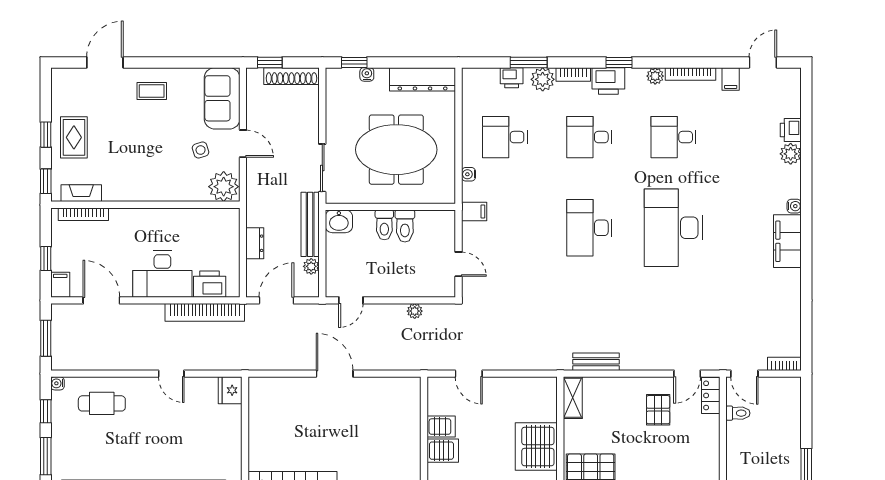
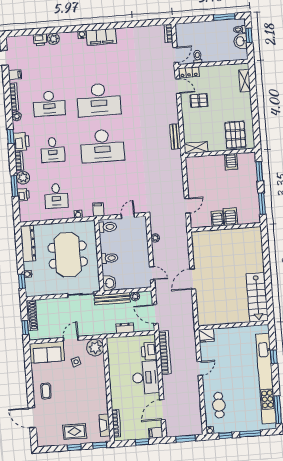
desk: (674, 137) -> (49, 104), width x1.37
toilet: (405, 226) -> (108, 227), moved
desk: (589, 228) -> (102, 146), width x1.36, depth x1.30
server rack: (536, 447) -> (231, 162), width x0.46, depth x0.70

